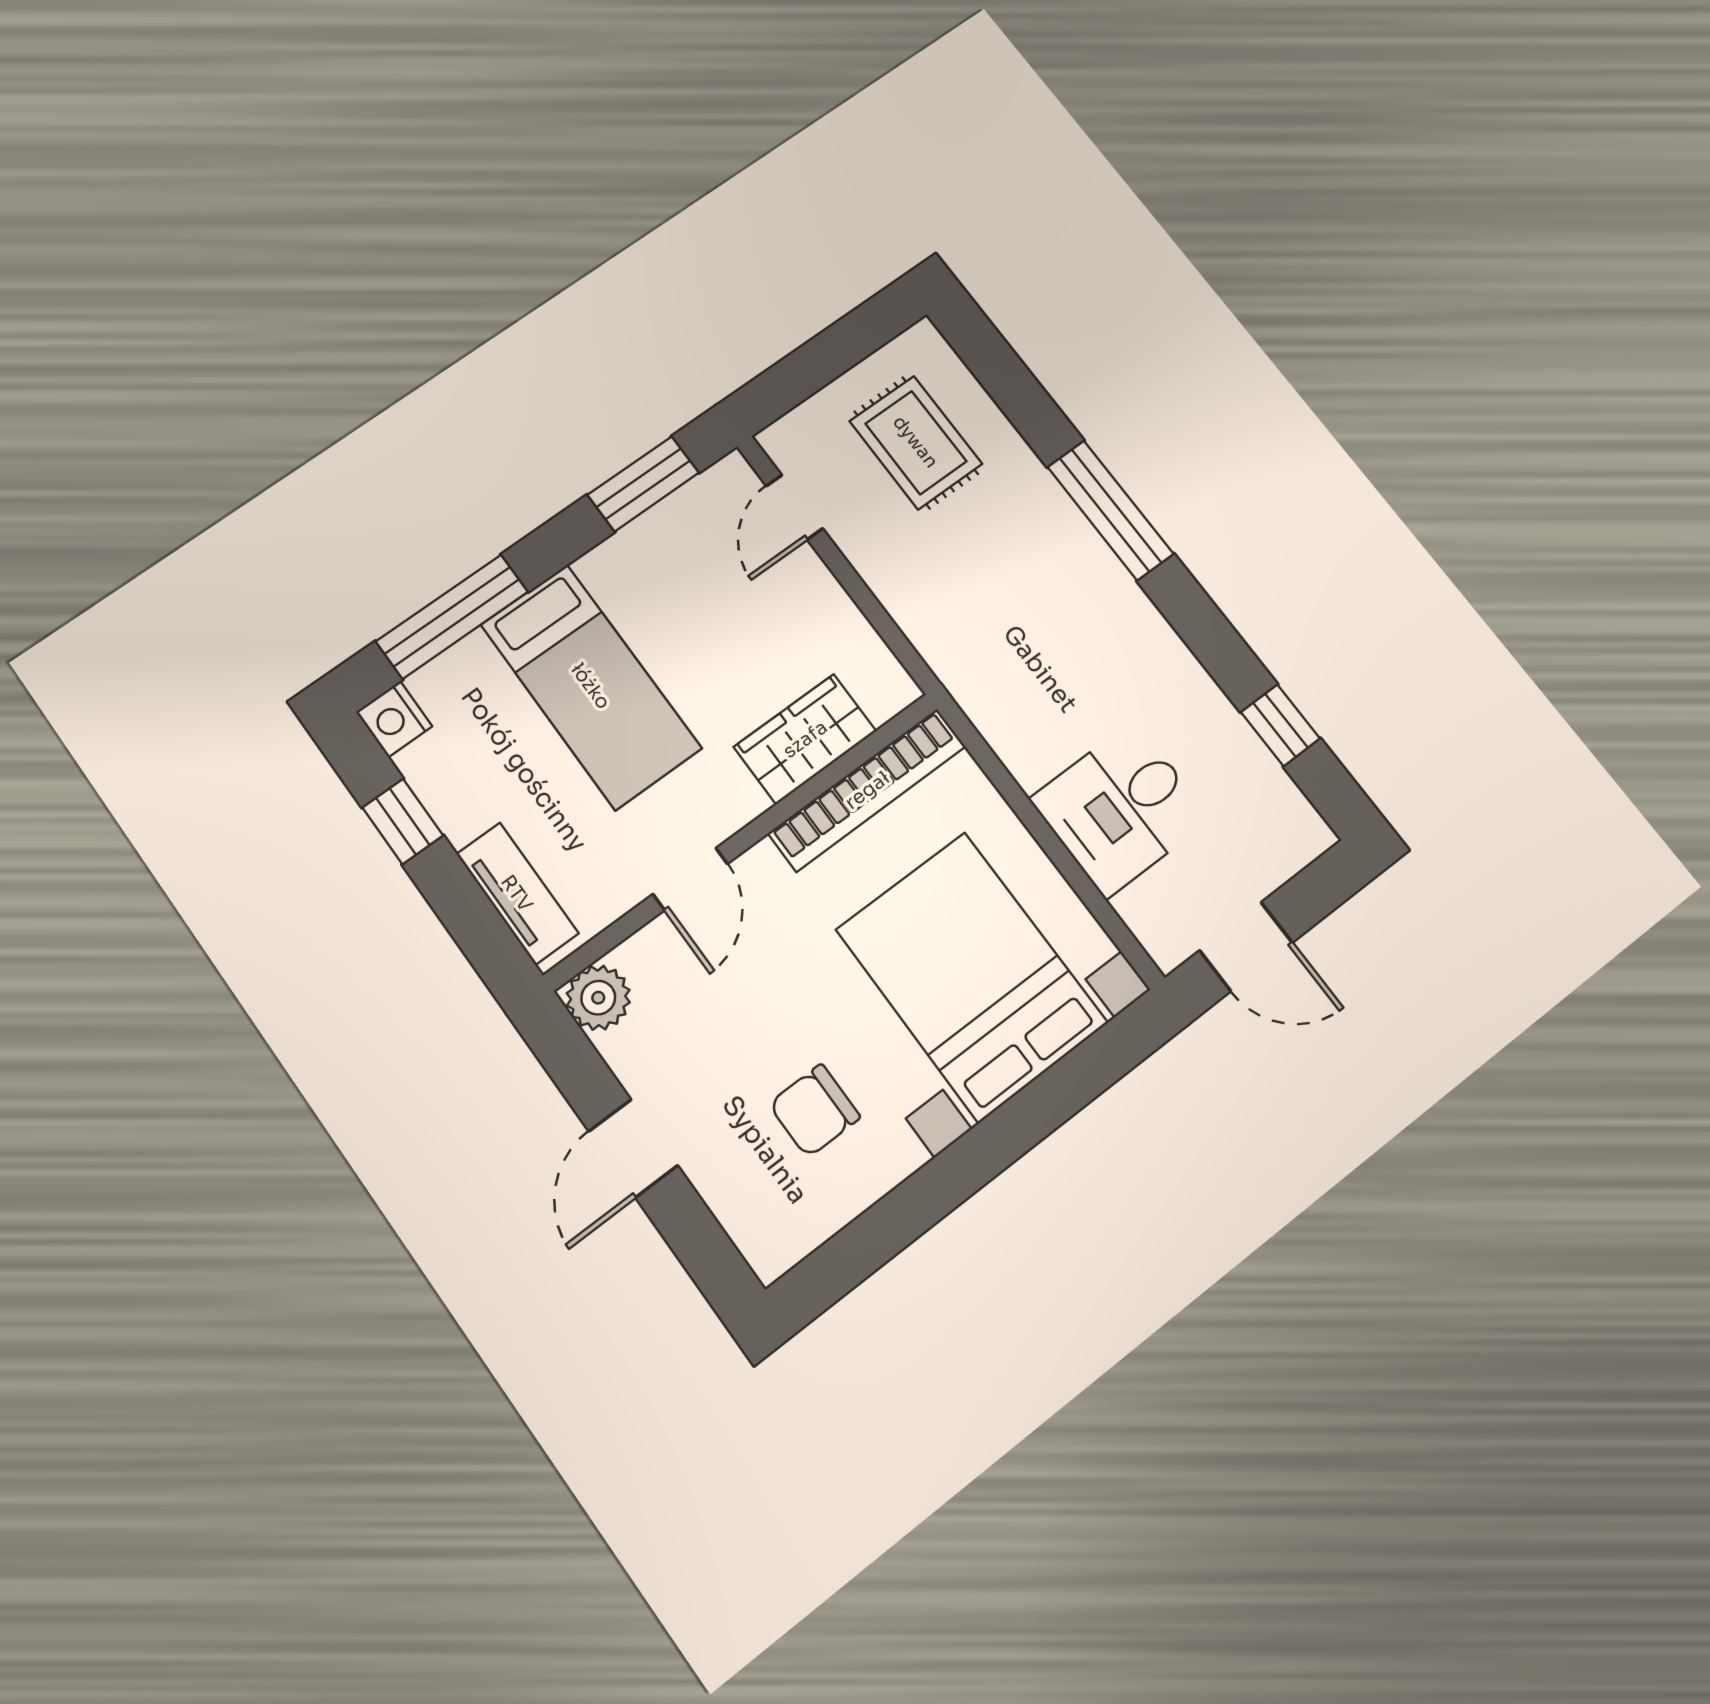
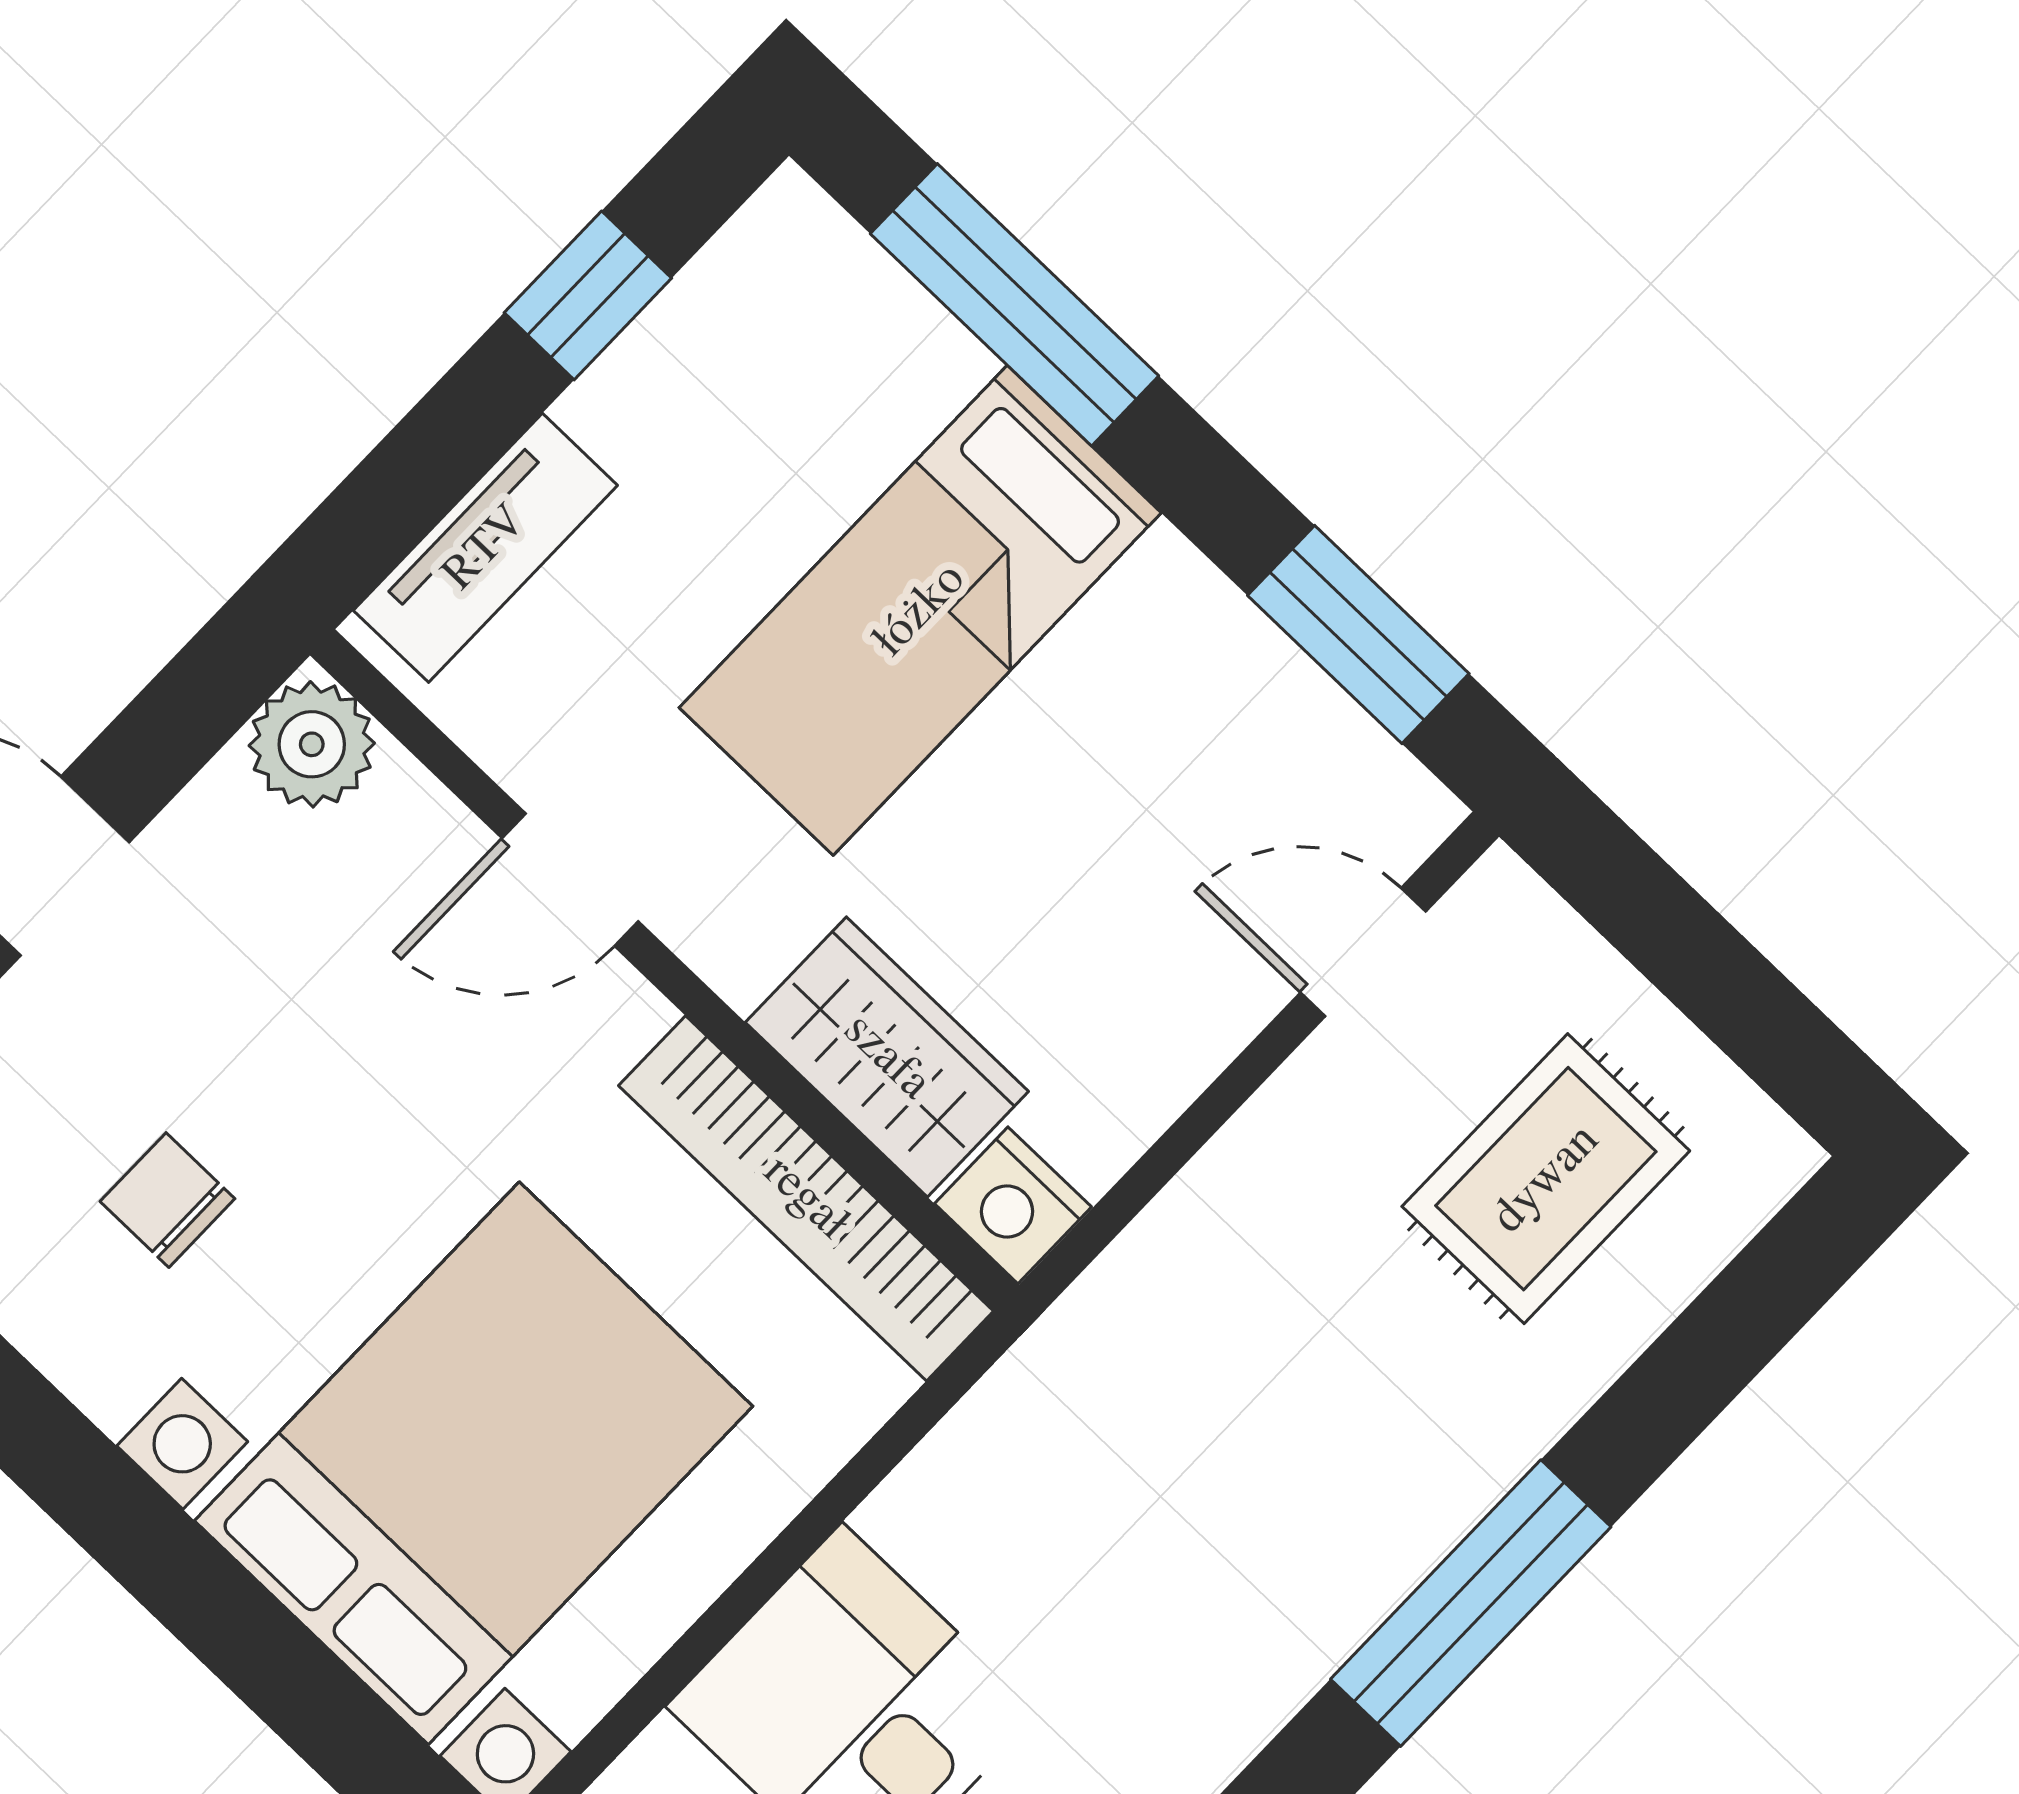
nightstand: (394, 719) -> (1013, 1205), moved, turned -90
chair: (814, 1111) -> (167, 1200), width x0.73, depth x0.73

